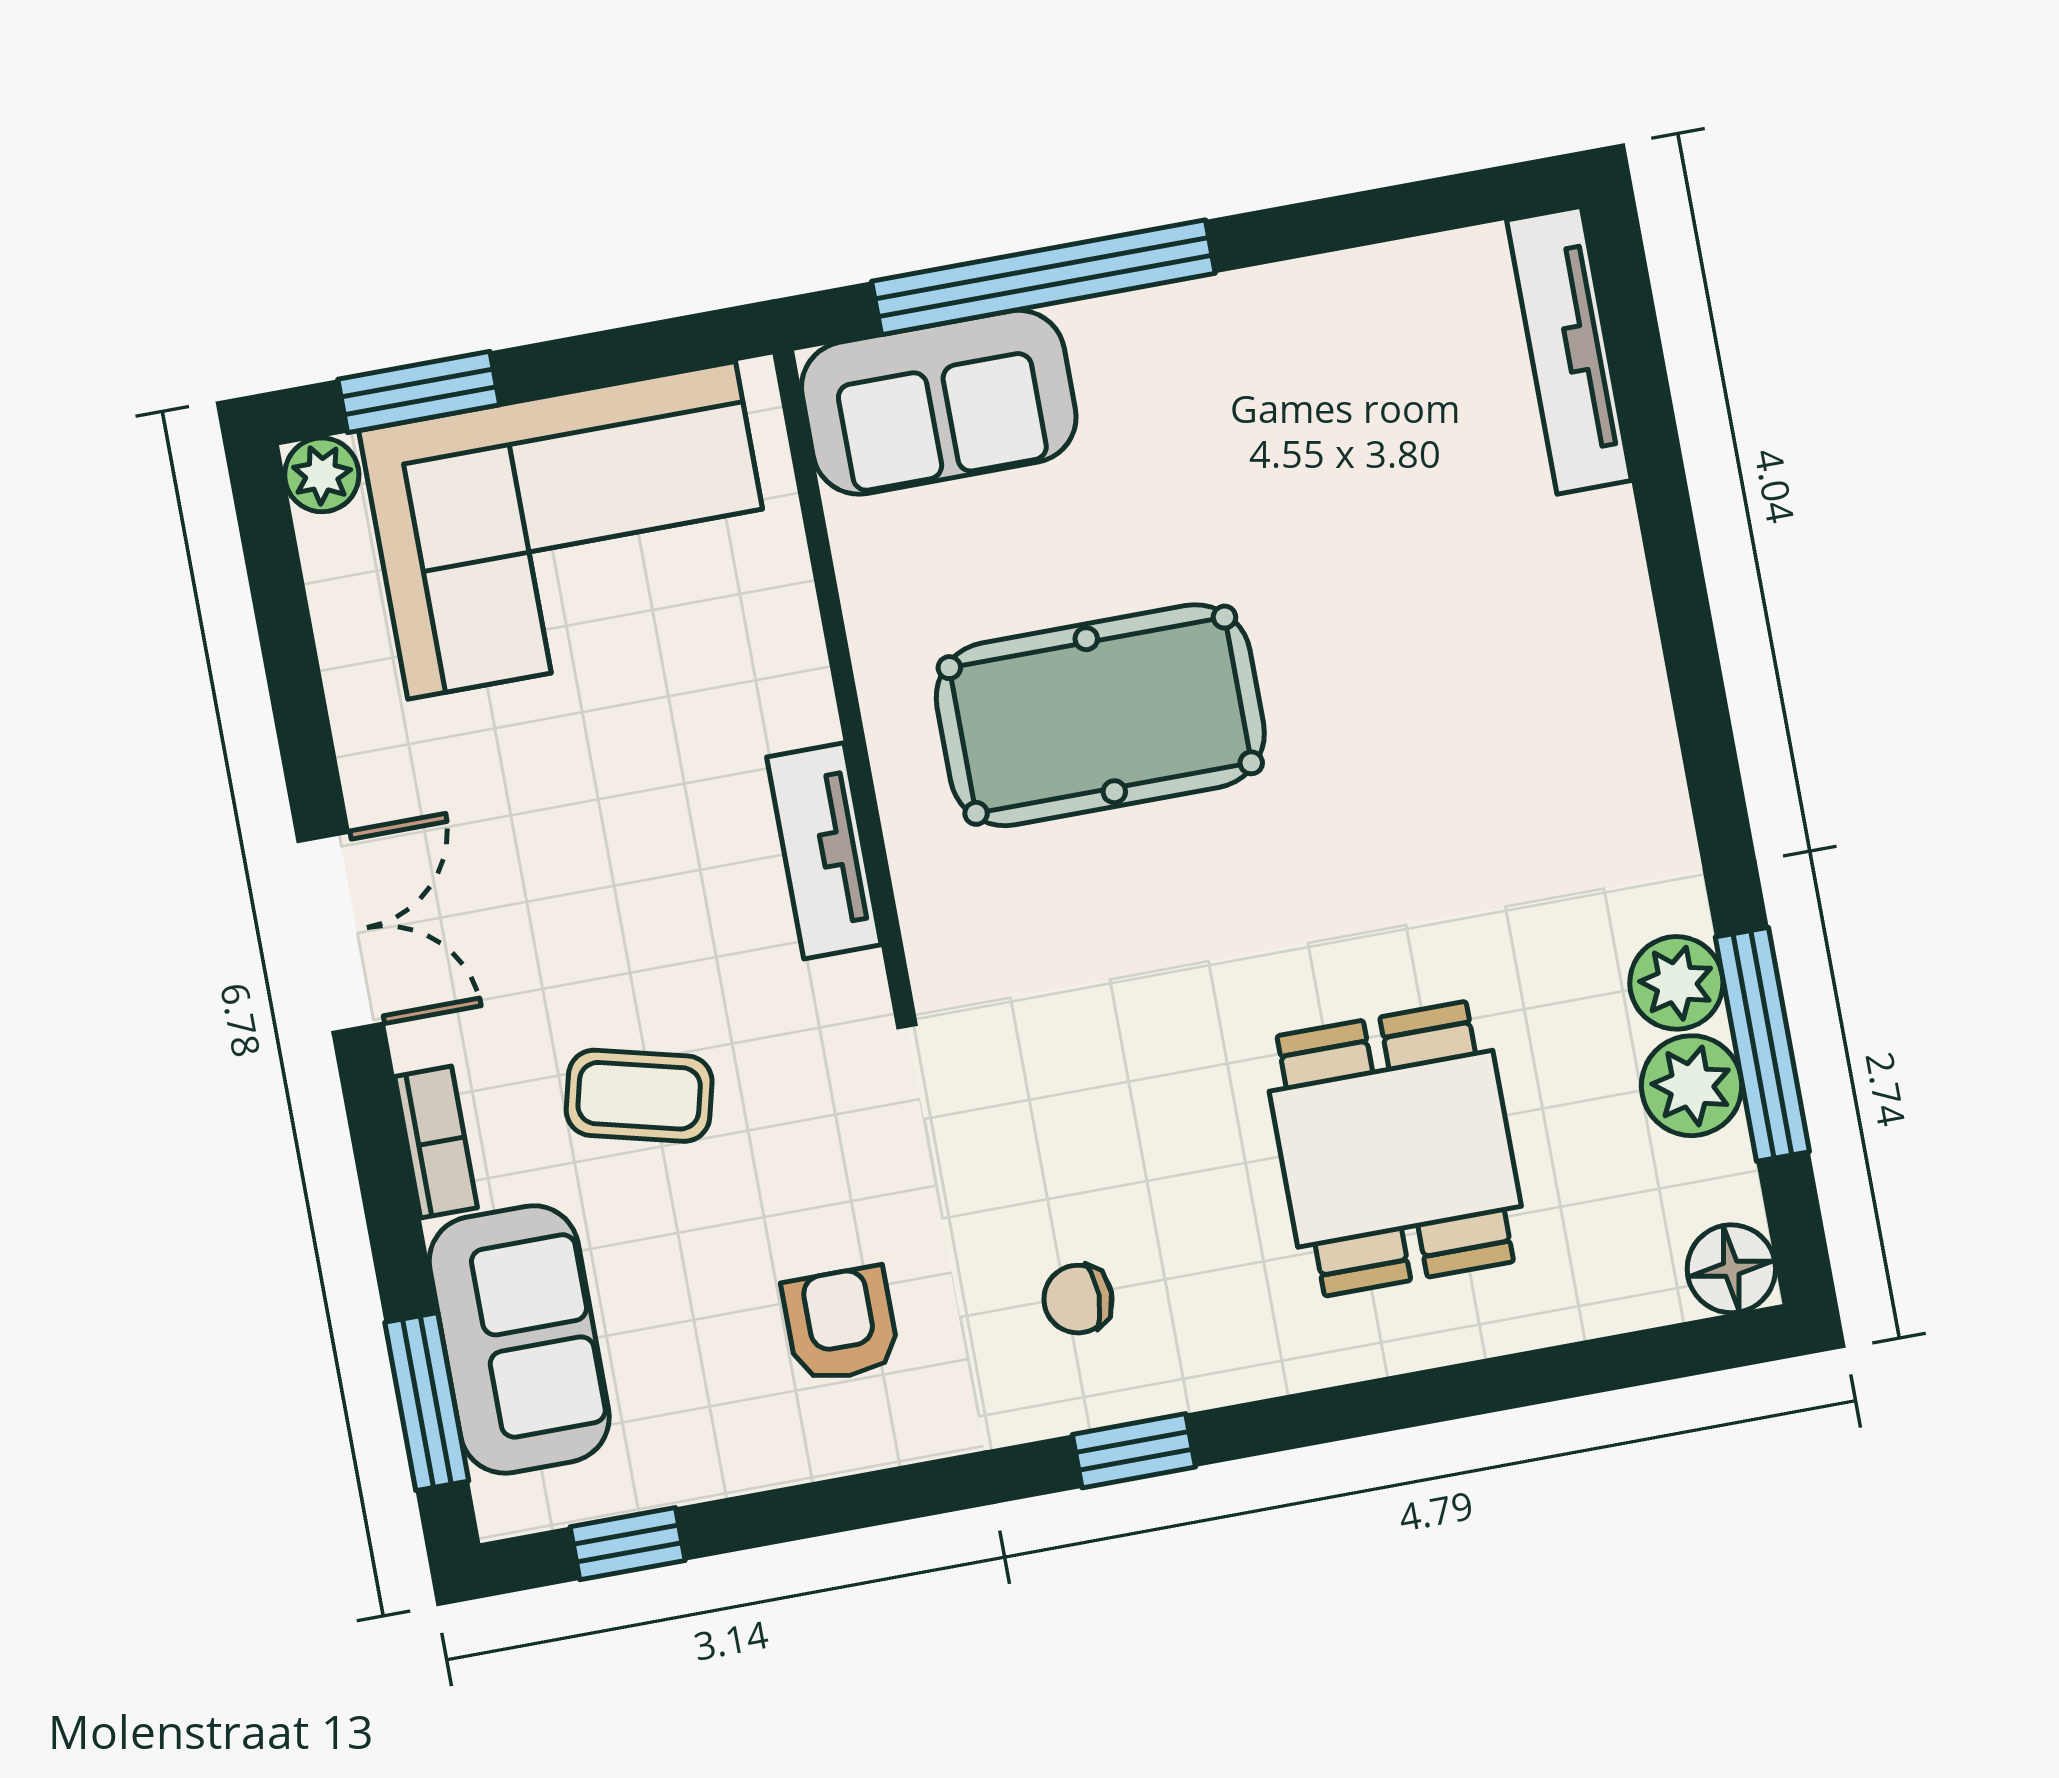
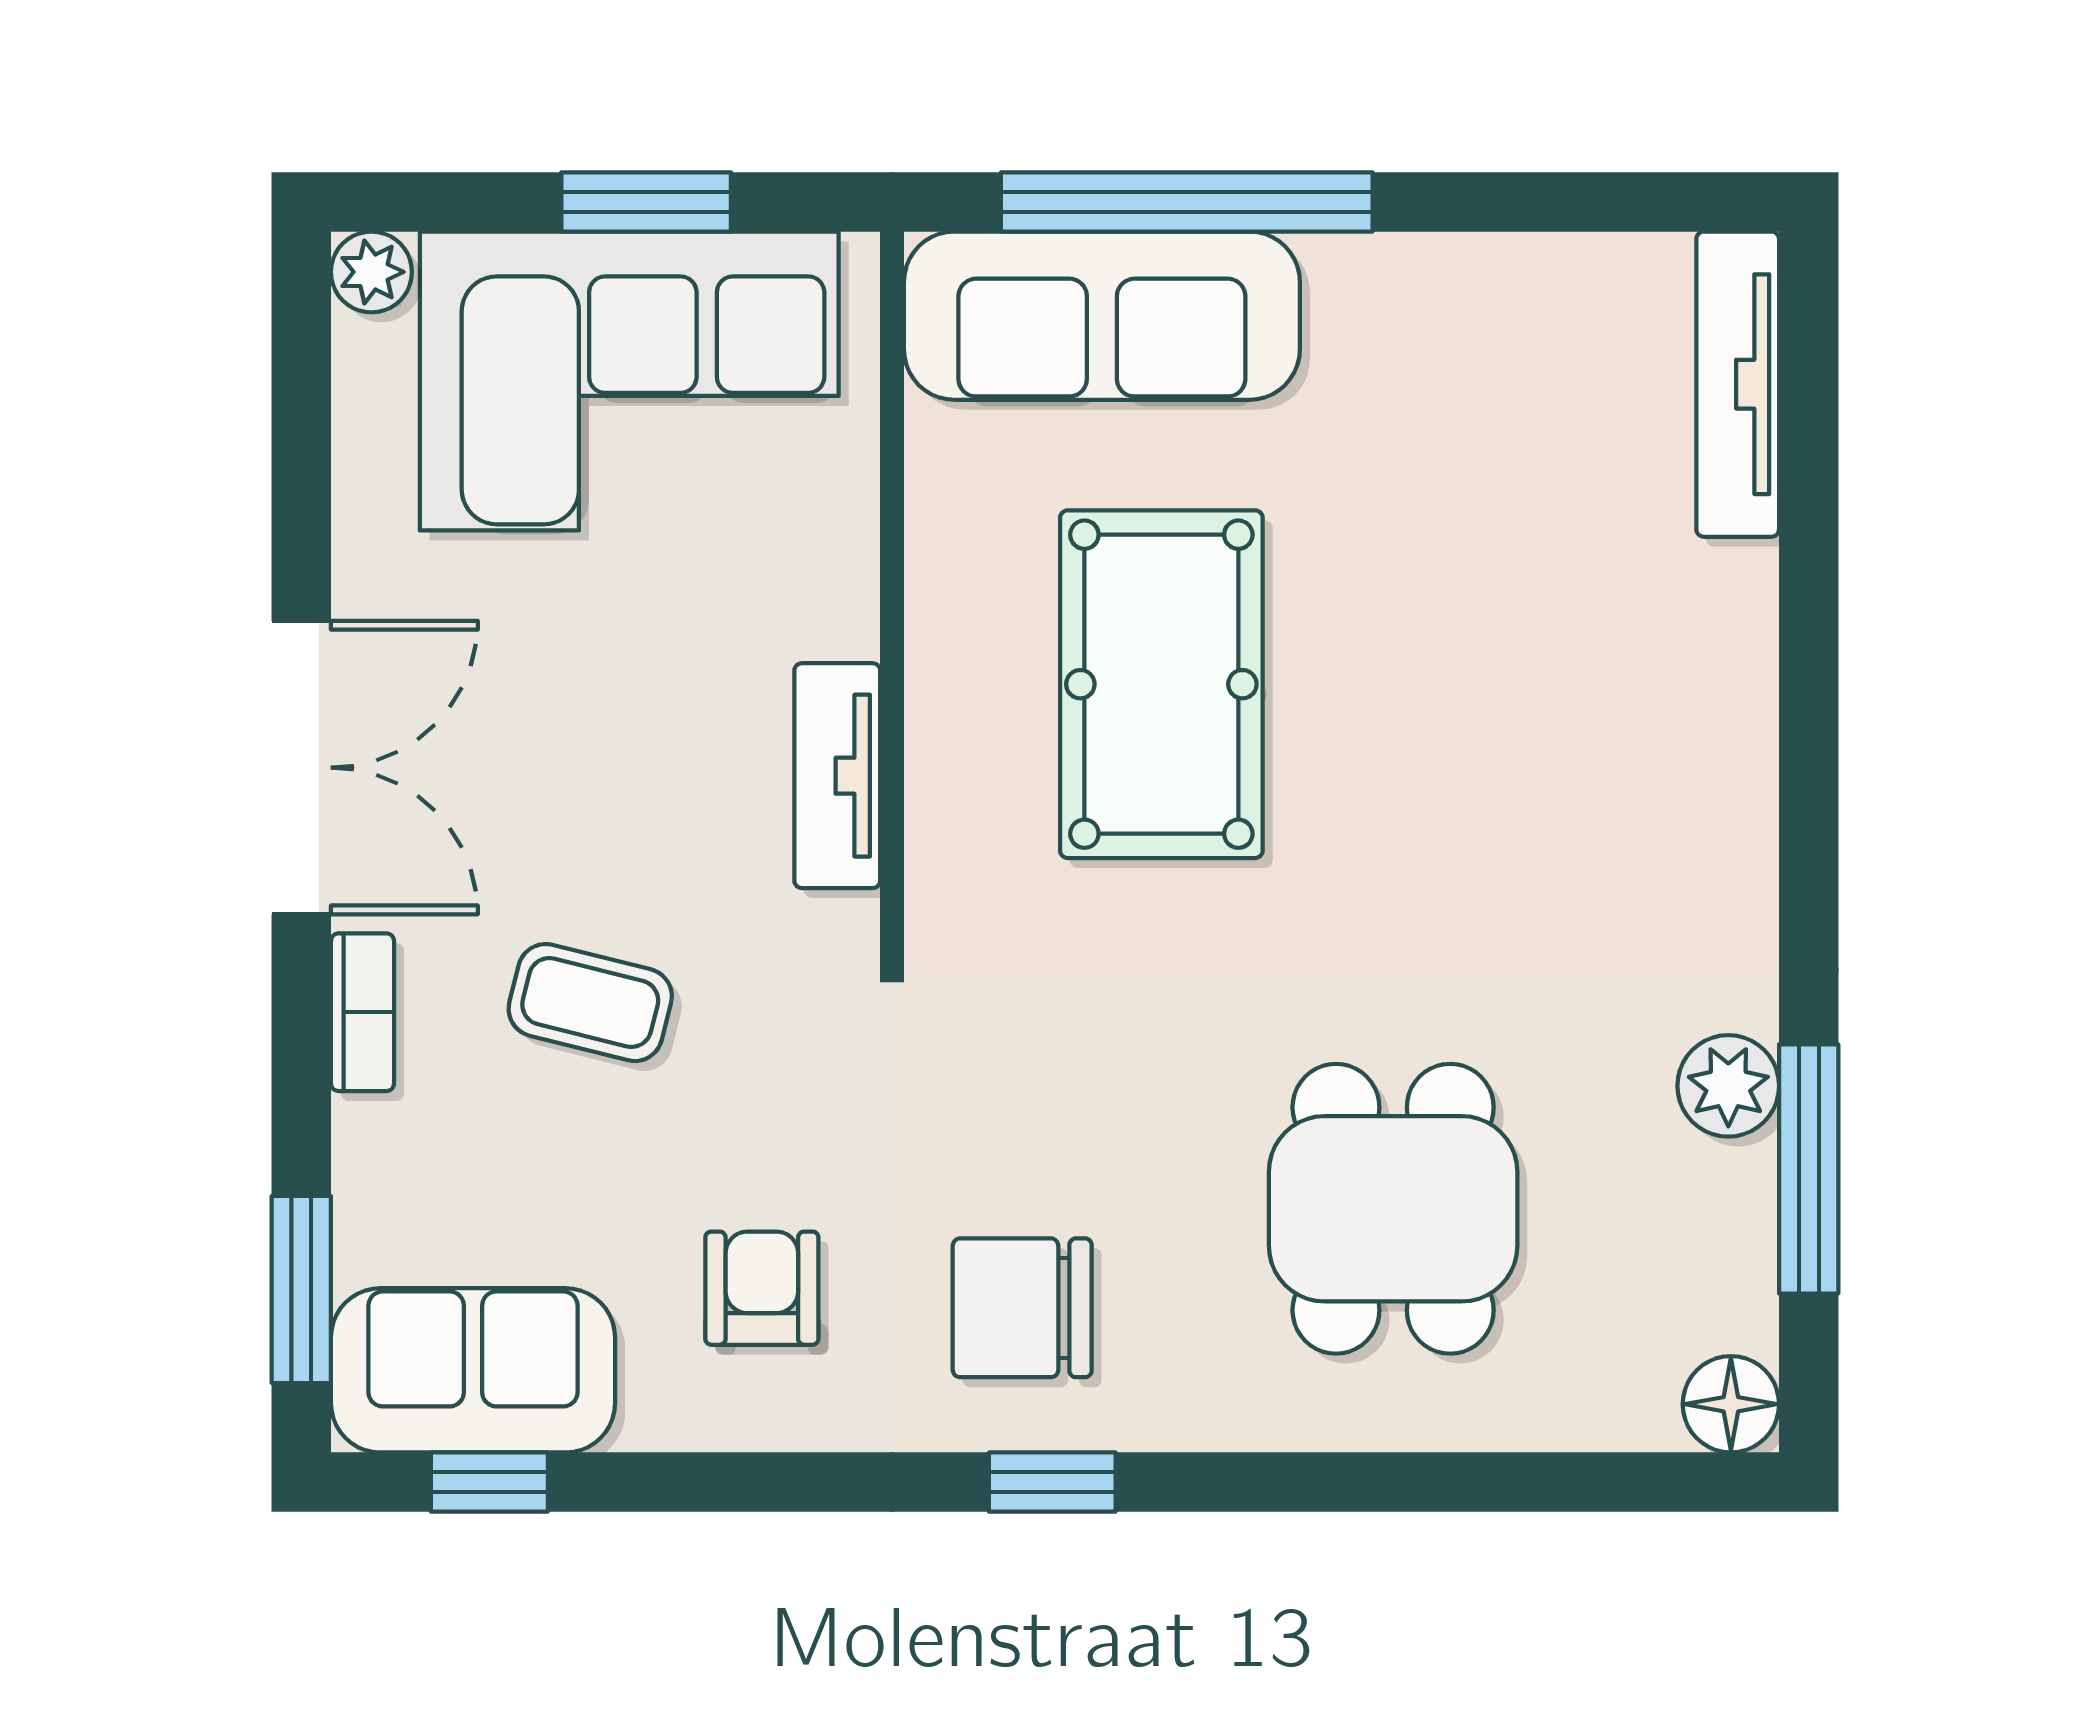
window: (419, 392) -> (646, 202), moved
sofa: (939, 402) -> (1102, 316), width x1.36
pool table: (1100, 715) -> (1161, 684), turned 90
double door: (341, 932) -> (301, 768), width x1.37
plant: (1692, 1086) -> (1724, 1199), removed
chair: (1078, 1299) -> (1022, 1308), width x1.87, depth x1.87
sofa: (519, 1339) -> (473, 1370), moved, turned -90

